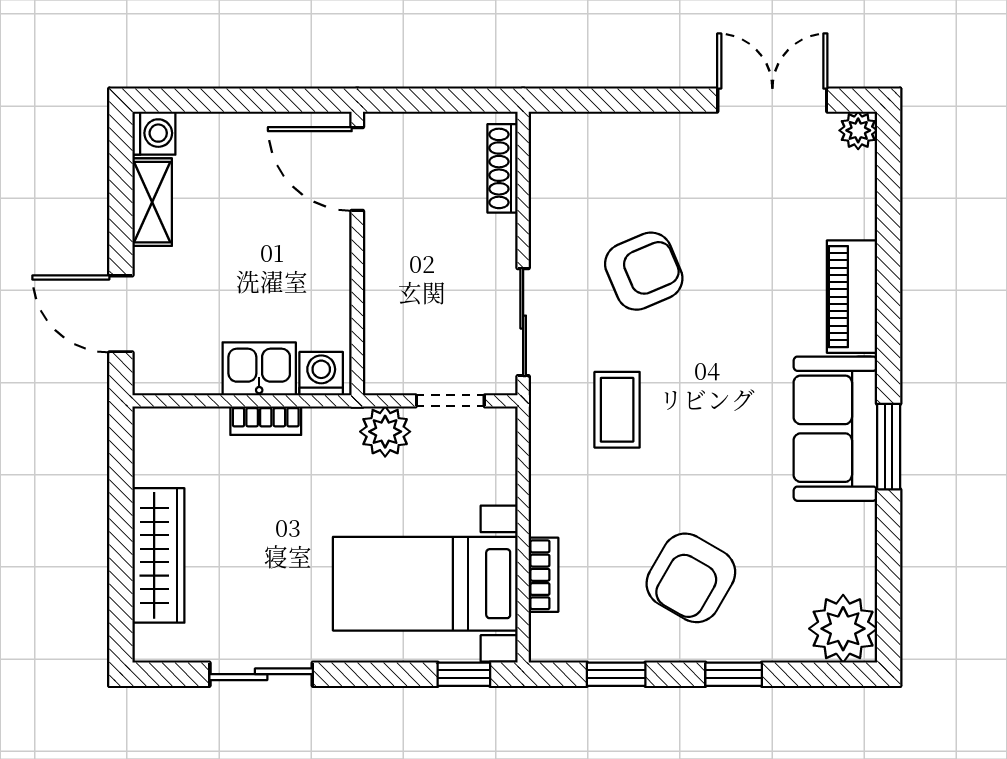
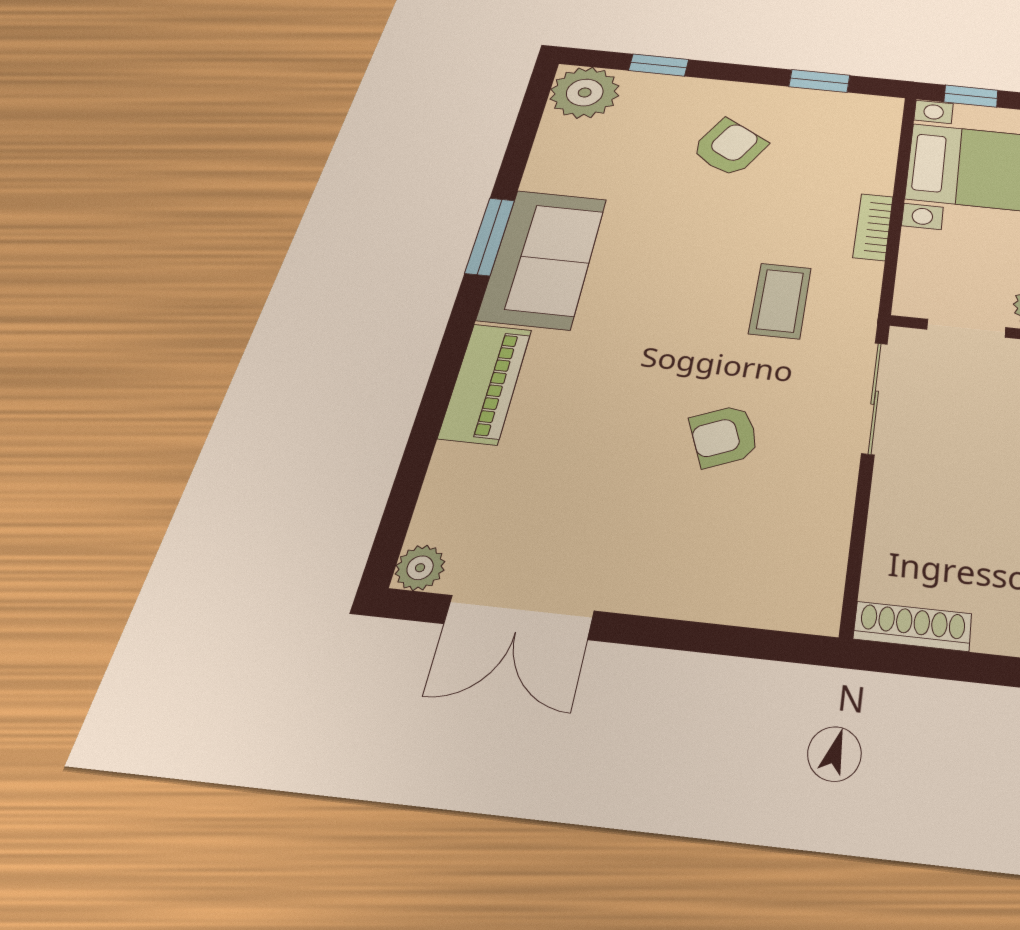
shoe rack: (503, 168) -> (913, 626), moved, turned -90
armchair: (644, 271) -> (724, 436), width x0.72, depth x0.72
bookcase: (544, 575) -> (873, 227), moved
armchair: (691, 578) -> (729, 147), width x0.72, depth x0.72
window: (734, 674) -> (659, 65), moved

